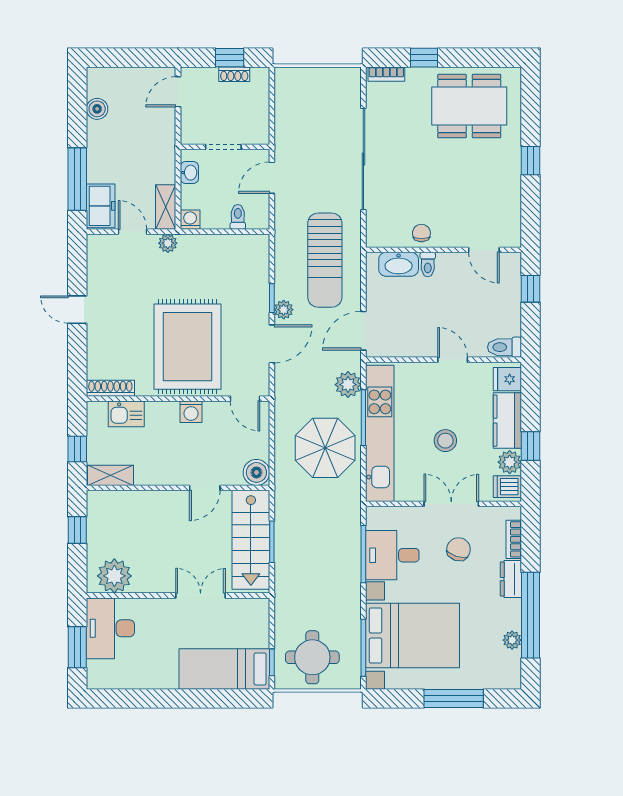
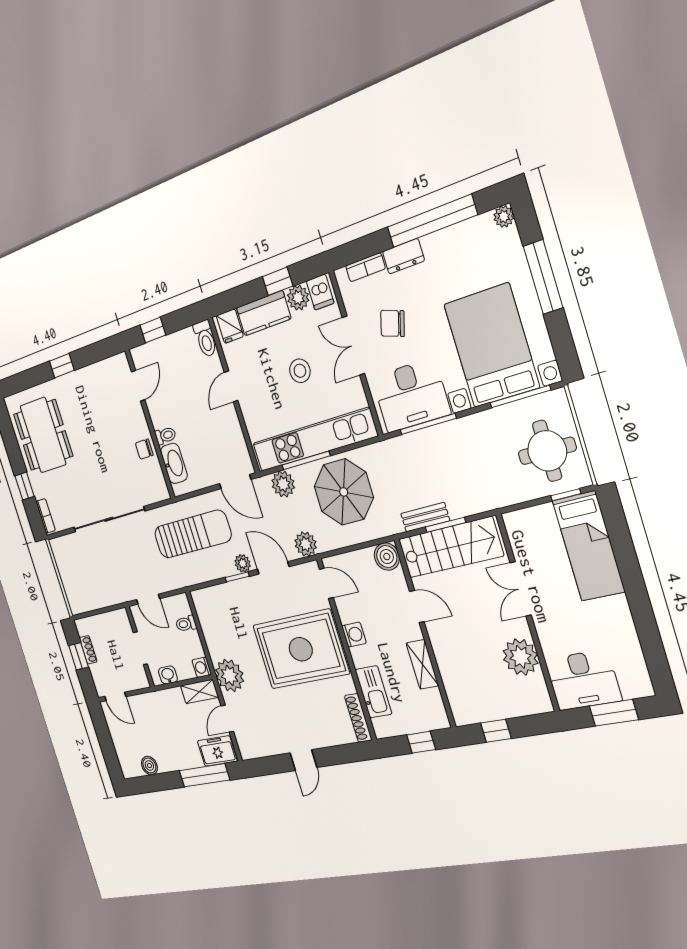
plant: (168, 243) -> (230, 675), width x1.88, depth x1.88
plant: (287, 389) -> (306, 544), added
door: (245, 399) -> (326, 583), hinge flipped
kitchen sink: (126, 414) -> (373, 692), width x1.38
shelving: (111, 475) -> (422, 664), moved
bench: (283, 524) -> (425, 517), added
desk: (392, 555) -> (411, 395), width x1.37
plant: (114, 576) -> (521, 657), moved
plant: (512, 640) -> (504, 216), moved

